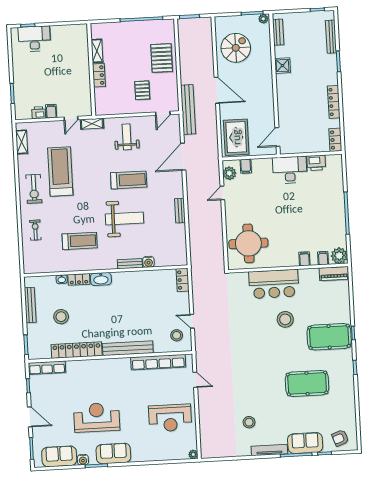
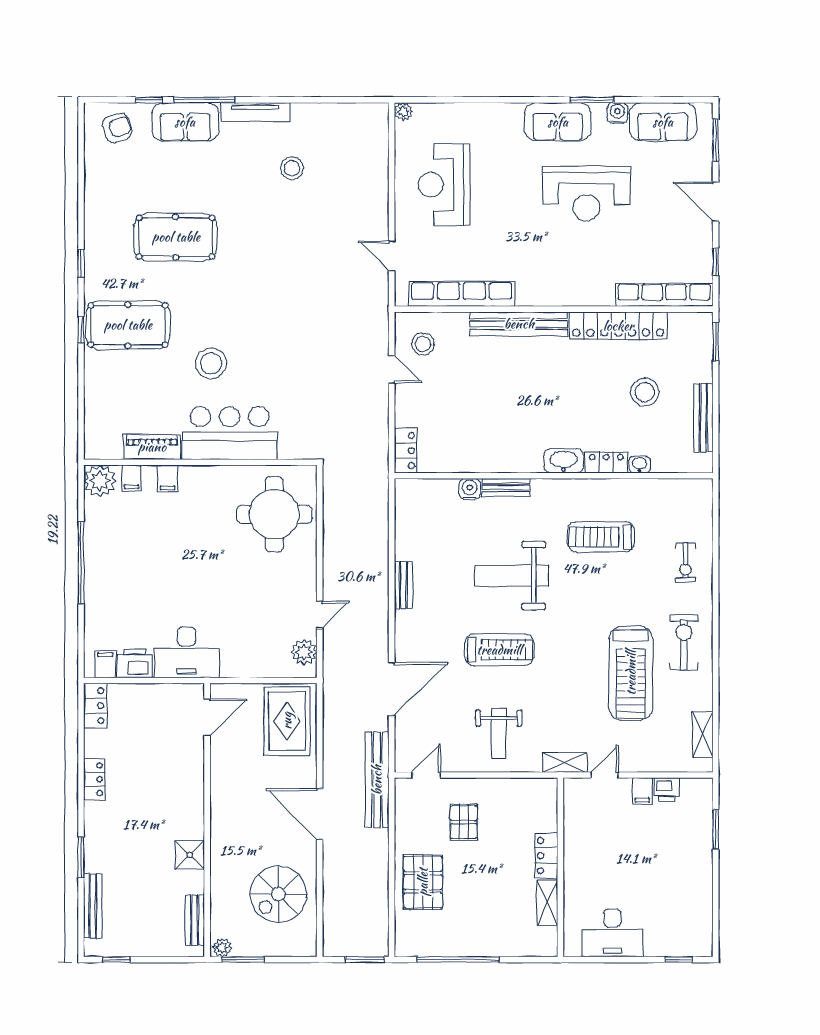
desk: (34, 39) -> (612, 933), moved
locker: (334, 102) -> (94, 779), width x0.66
filing cabinet: (246, 166) -> (105, 664), moved
treadmill: (129, 180) -> (499, 650), turned 180
piano: (334, 274) -> (152, 447), moved
row of seats: (47, 368) -> (664, 295), width x1.36
reception desk: (170, 418) -> (444, 185), turned -90

